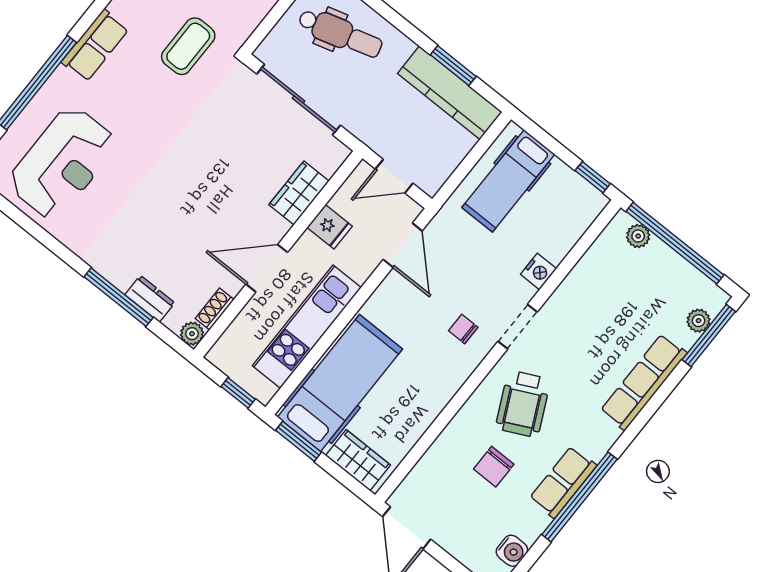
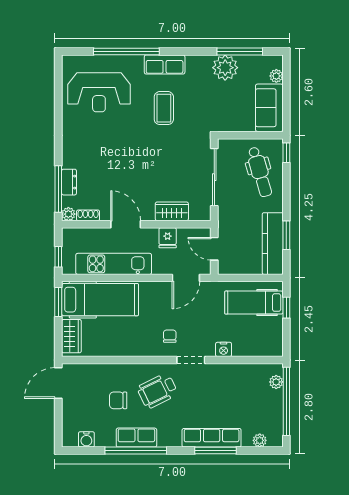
coffee table: (188, 46) -> (164, 108), moved, turned 90
window: (593, 177) -> (286, 308), moved
window: (119, 297) -> (58, 189), moved
window: (709, 336) -> (216, 451), moved

